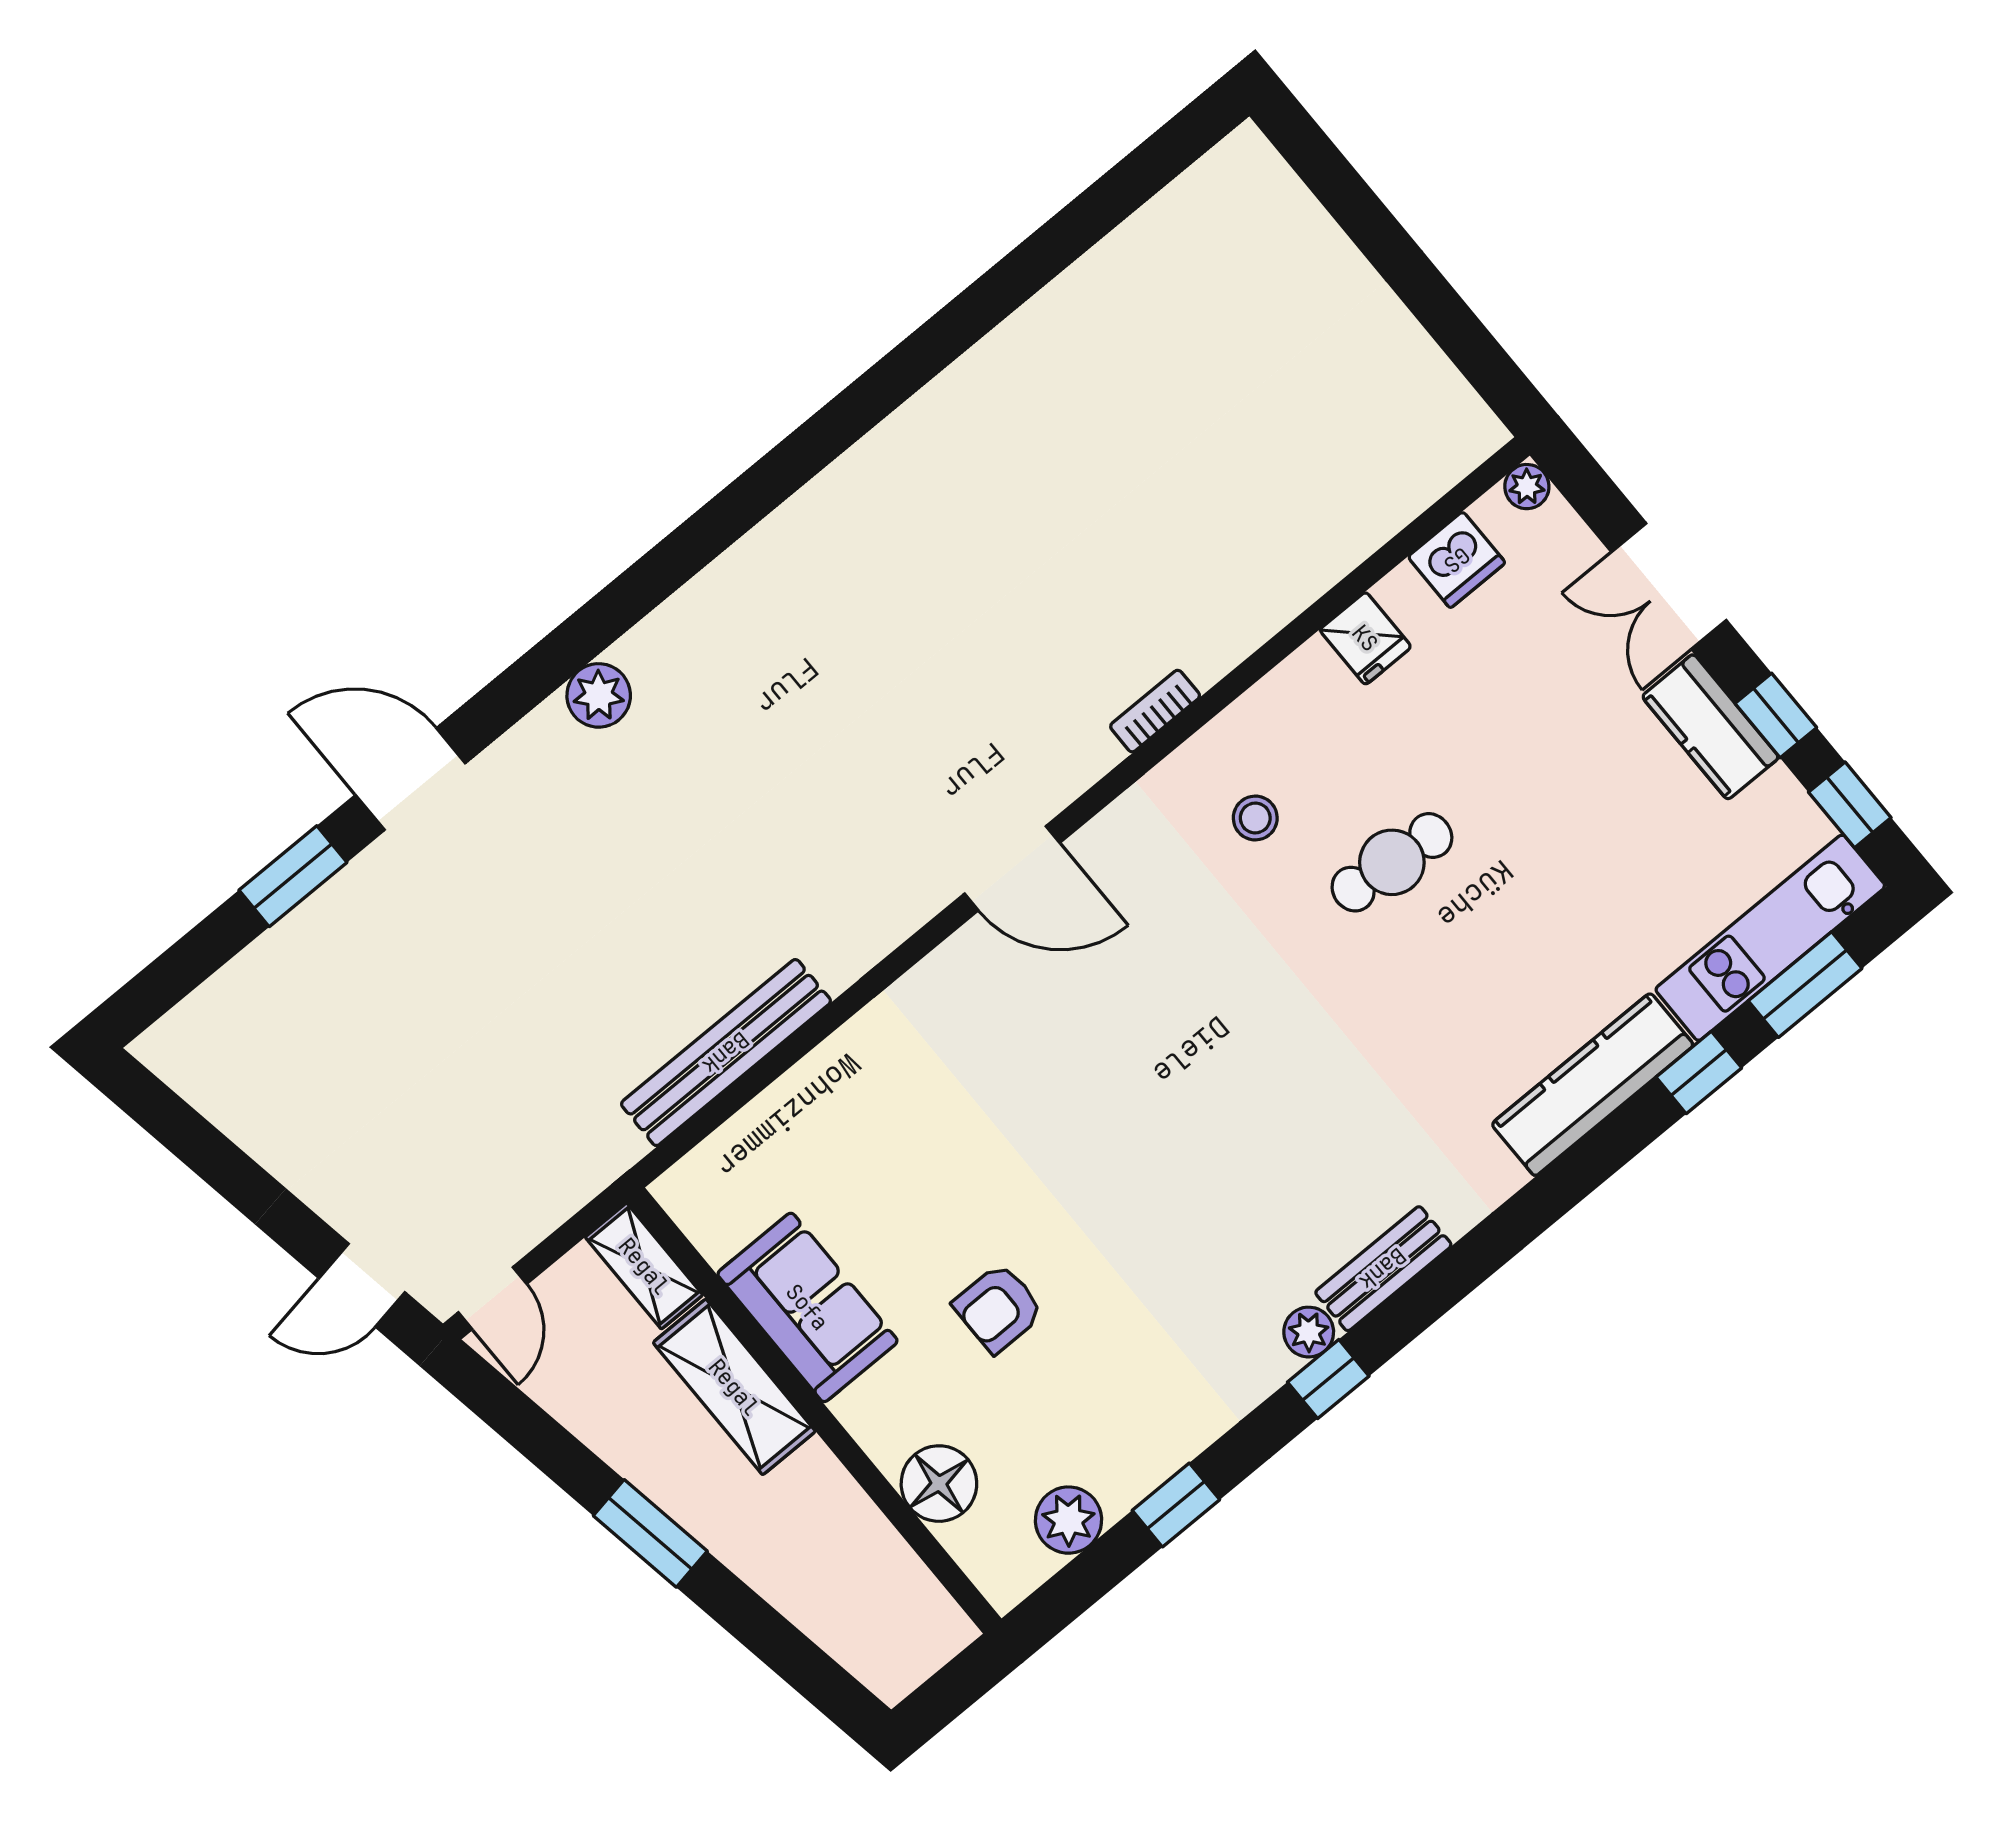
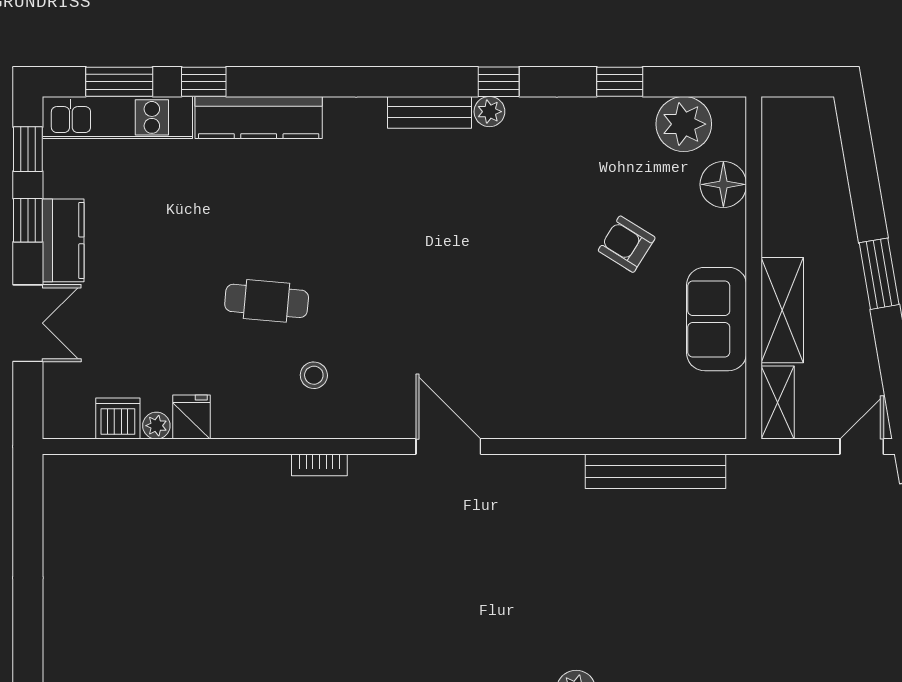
plant: (1527, 487) -> (156, 426), moved
armchair: (998, 1308) -> (627, 244), turned -148
plant: (1068, 1520) -> (684, 124), width x1.36, depth x1.36

